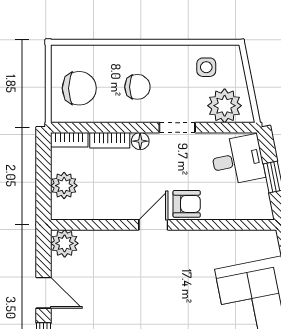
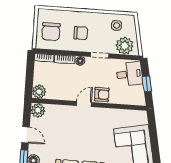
chair: (79, 88) -> (51, 32), turned 90
plant: (64, 186) -> (39, 92), moved

